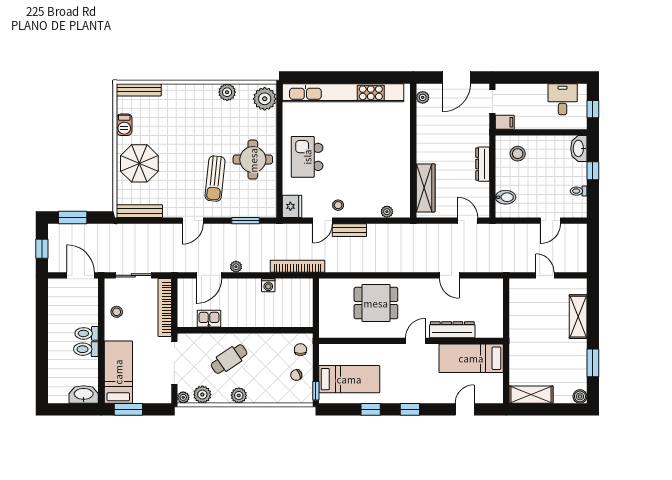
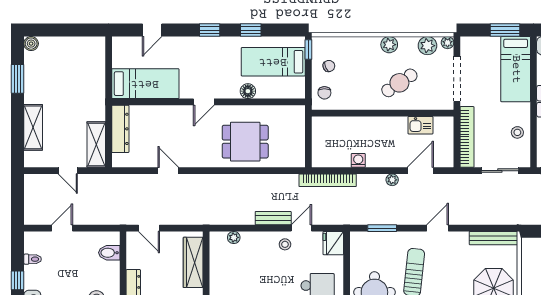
dresser: (452, 330) -> (120, 129), moved, turned -90
floor lamp: (373, 351) -> (248, 91), added
shelving: (531, 395) -> (96, 144), moved, turned 90

